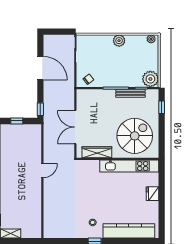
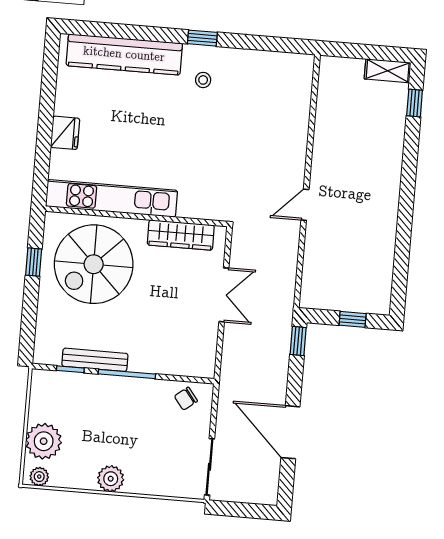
plant: (150, 79) -> (44, 441), moved
window: (162, 107) -> (34, 262), moved
double door: (75, 127) -> (224, 295), width x0.73

